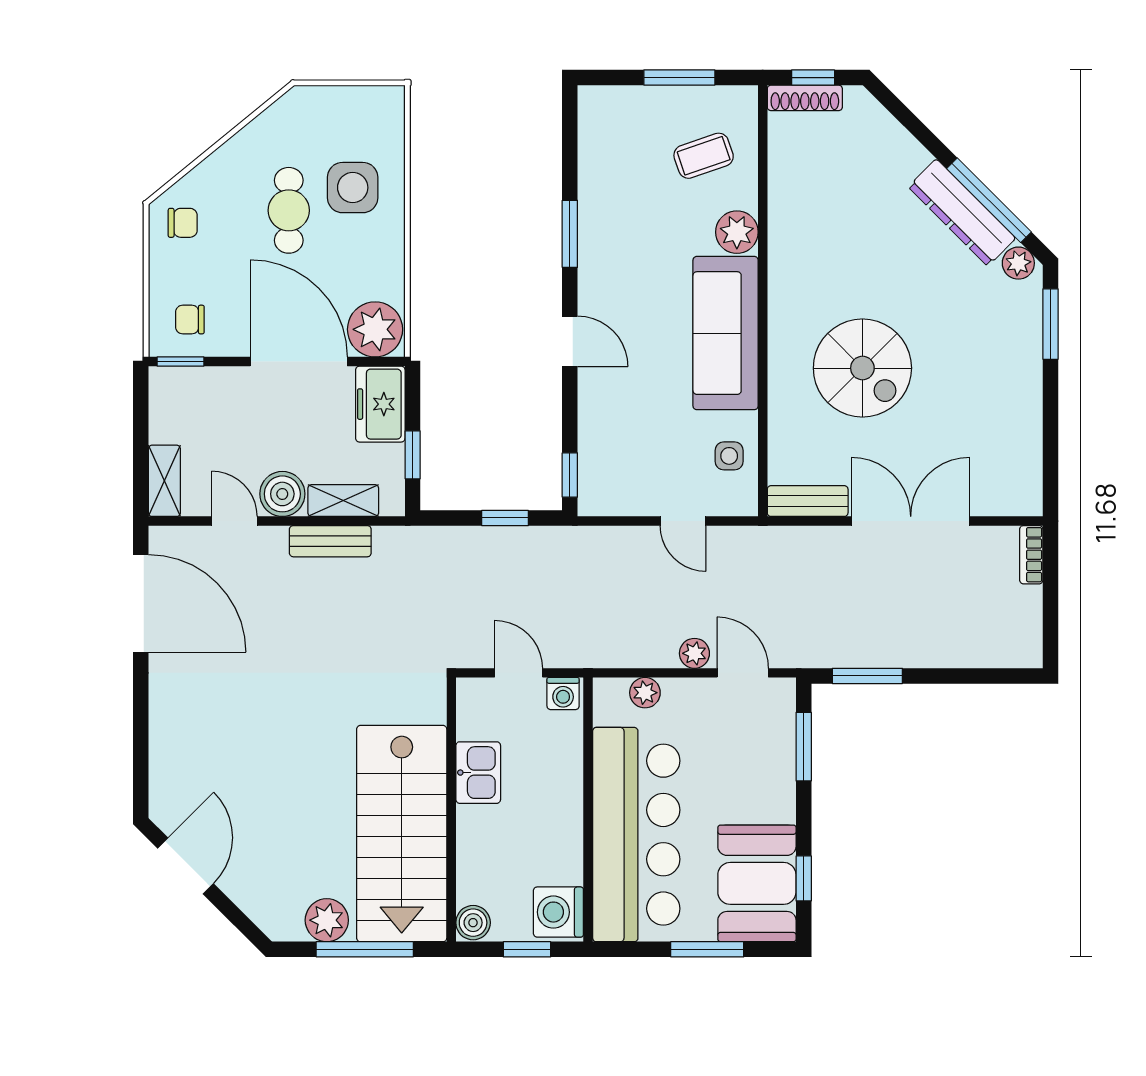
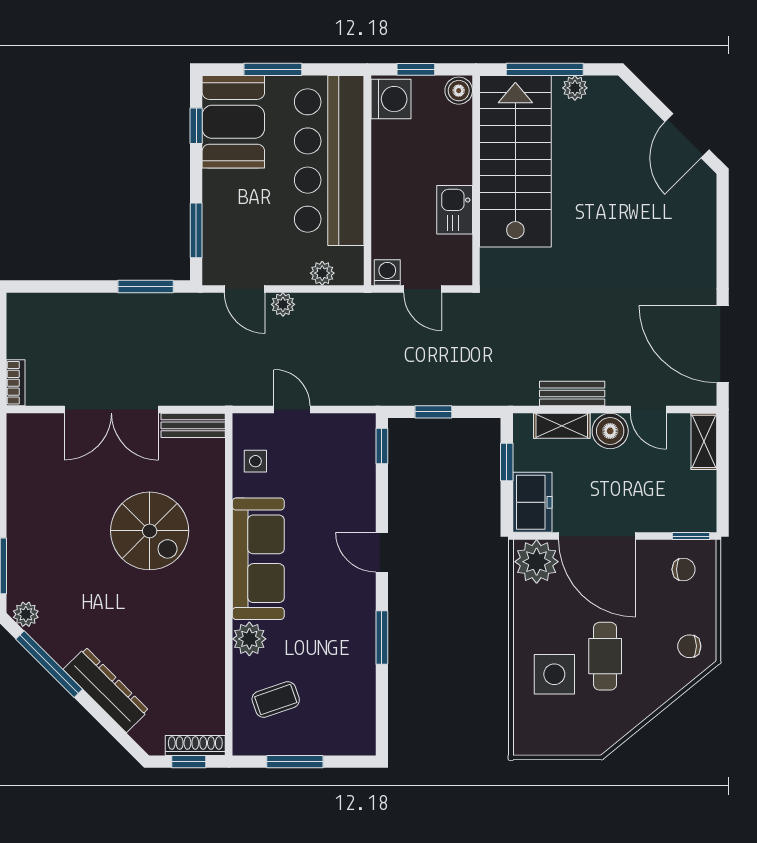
dresser: (962, 213) -> (106, 690), moved
spiral stairs: (862, 368) -> (150, 531), turned 180
plant: (327, 920) -> (575, 88), width x0.73, depth x0.73

